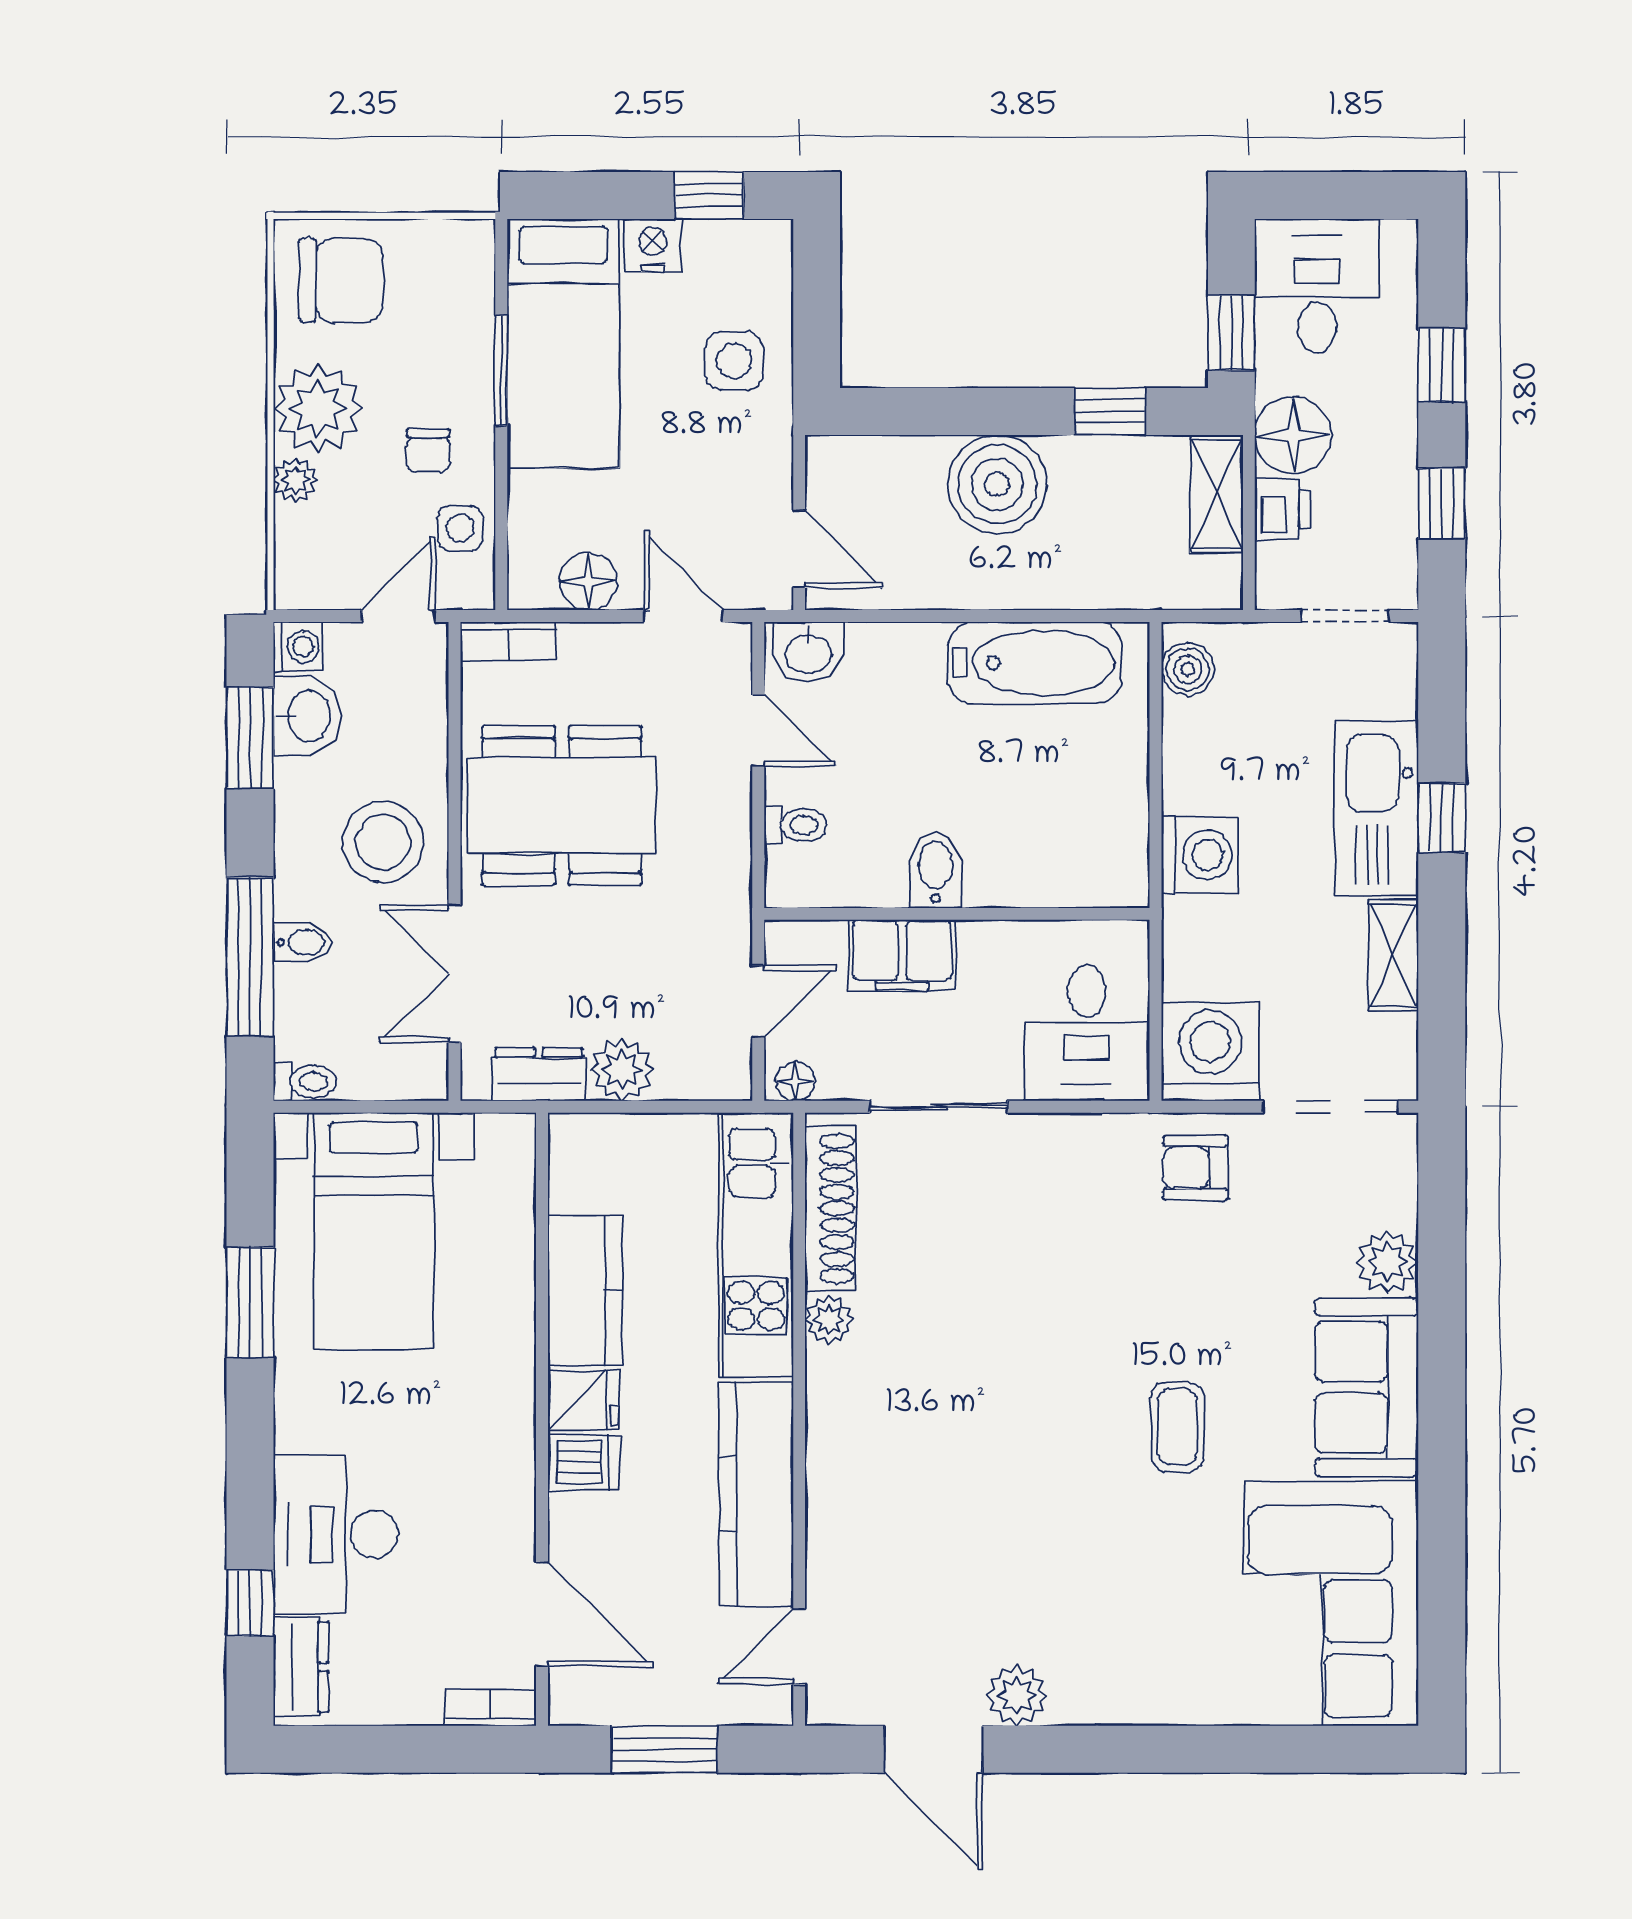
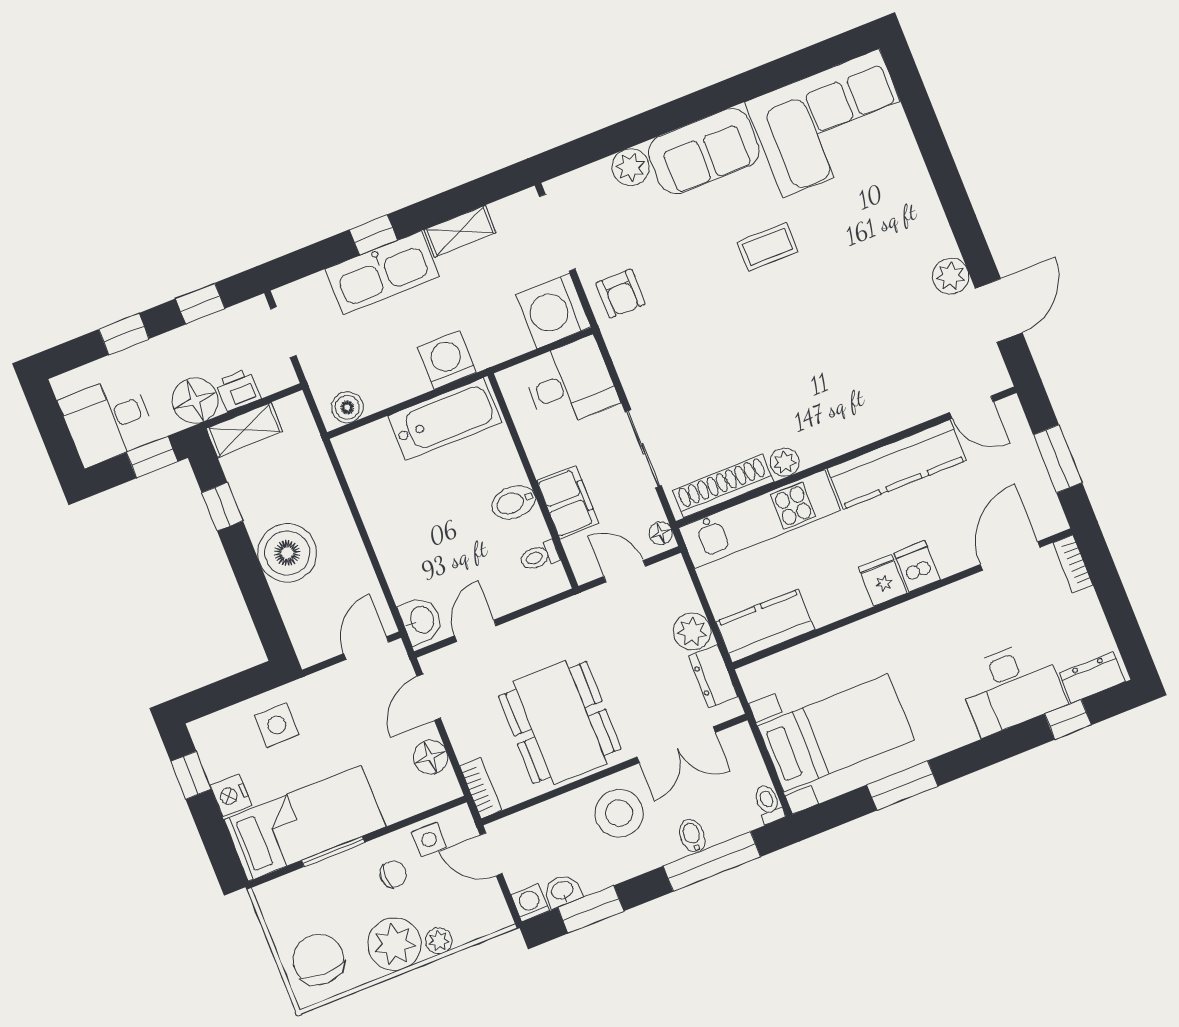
bathtub: (1035, 663) -> (444, 419), moved, turned 90
washbasin: (307, 716) -> (563, 891), width x0.72, depth x0.69
toilet: (795, 825) -> (539, 556), moved, turned -90
kitchen counter: (585, 1290) -> (765, 626), moved

